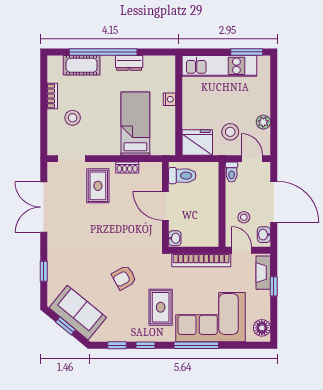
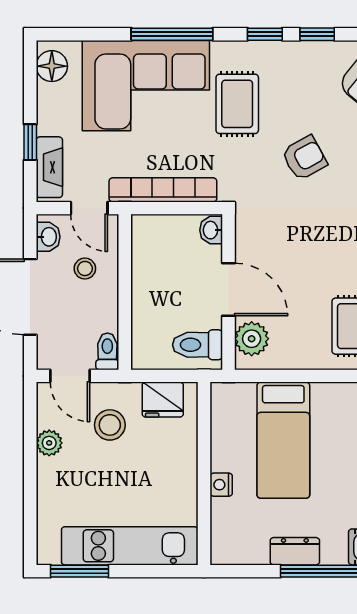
fridge: (197, 142) -> (163, 400), width x0.73, depth x0.75
shoe rack: (127, 167) -> (298, 360), removed
plant: (153, 179) -> (252, 339), added

